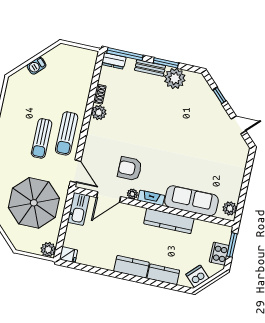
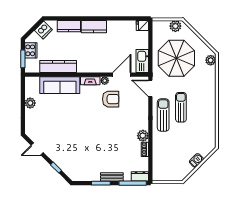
plant: (175, 78) -> (92, 173), removed
plant: (230, 208) -> (30, 103), moved
kitchen counter: (169, 221) -> (58, 66), moved
plant: (48, 249) -> (175, 26), moved

